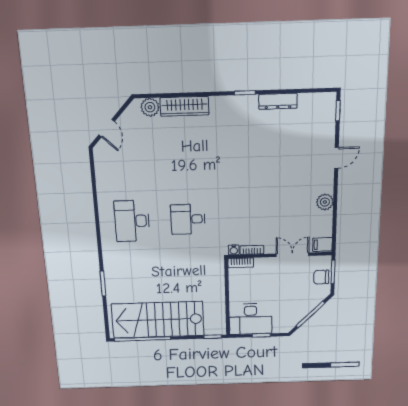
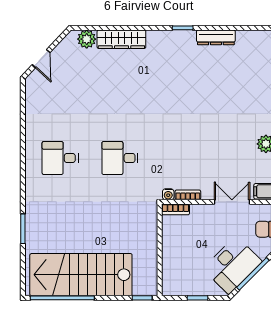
desk: (132, 221) -> (60, 158), width x0.73
desk: (251, 319) -> (232, 265), moved, turned -45

